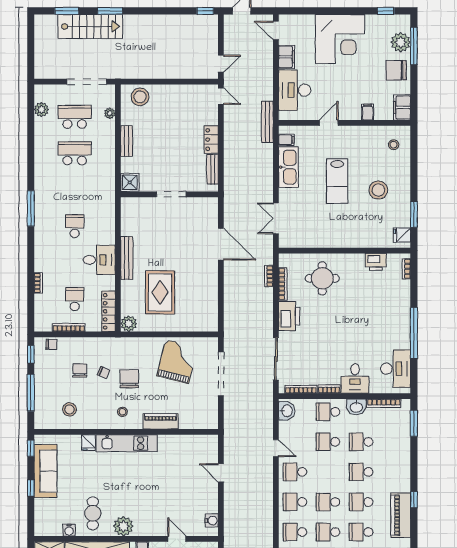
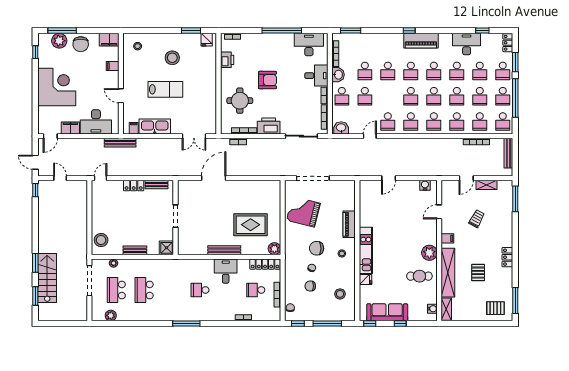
door: (221, 64) -> (60, 178), moved
armchair: (349, 315) -> (268, 80), added
water cooler: (69, 530) -> (432, 309), moved

